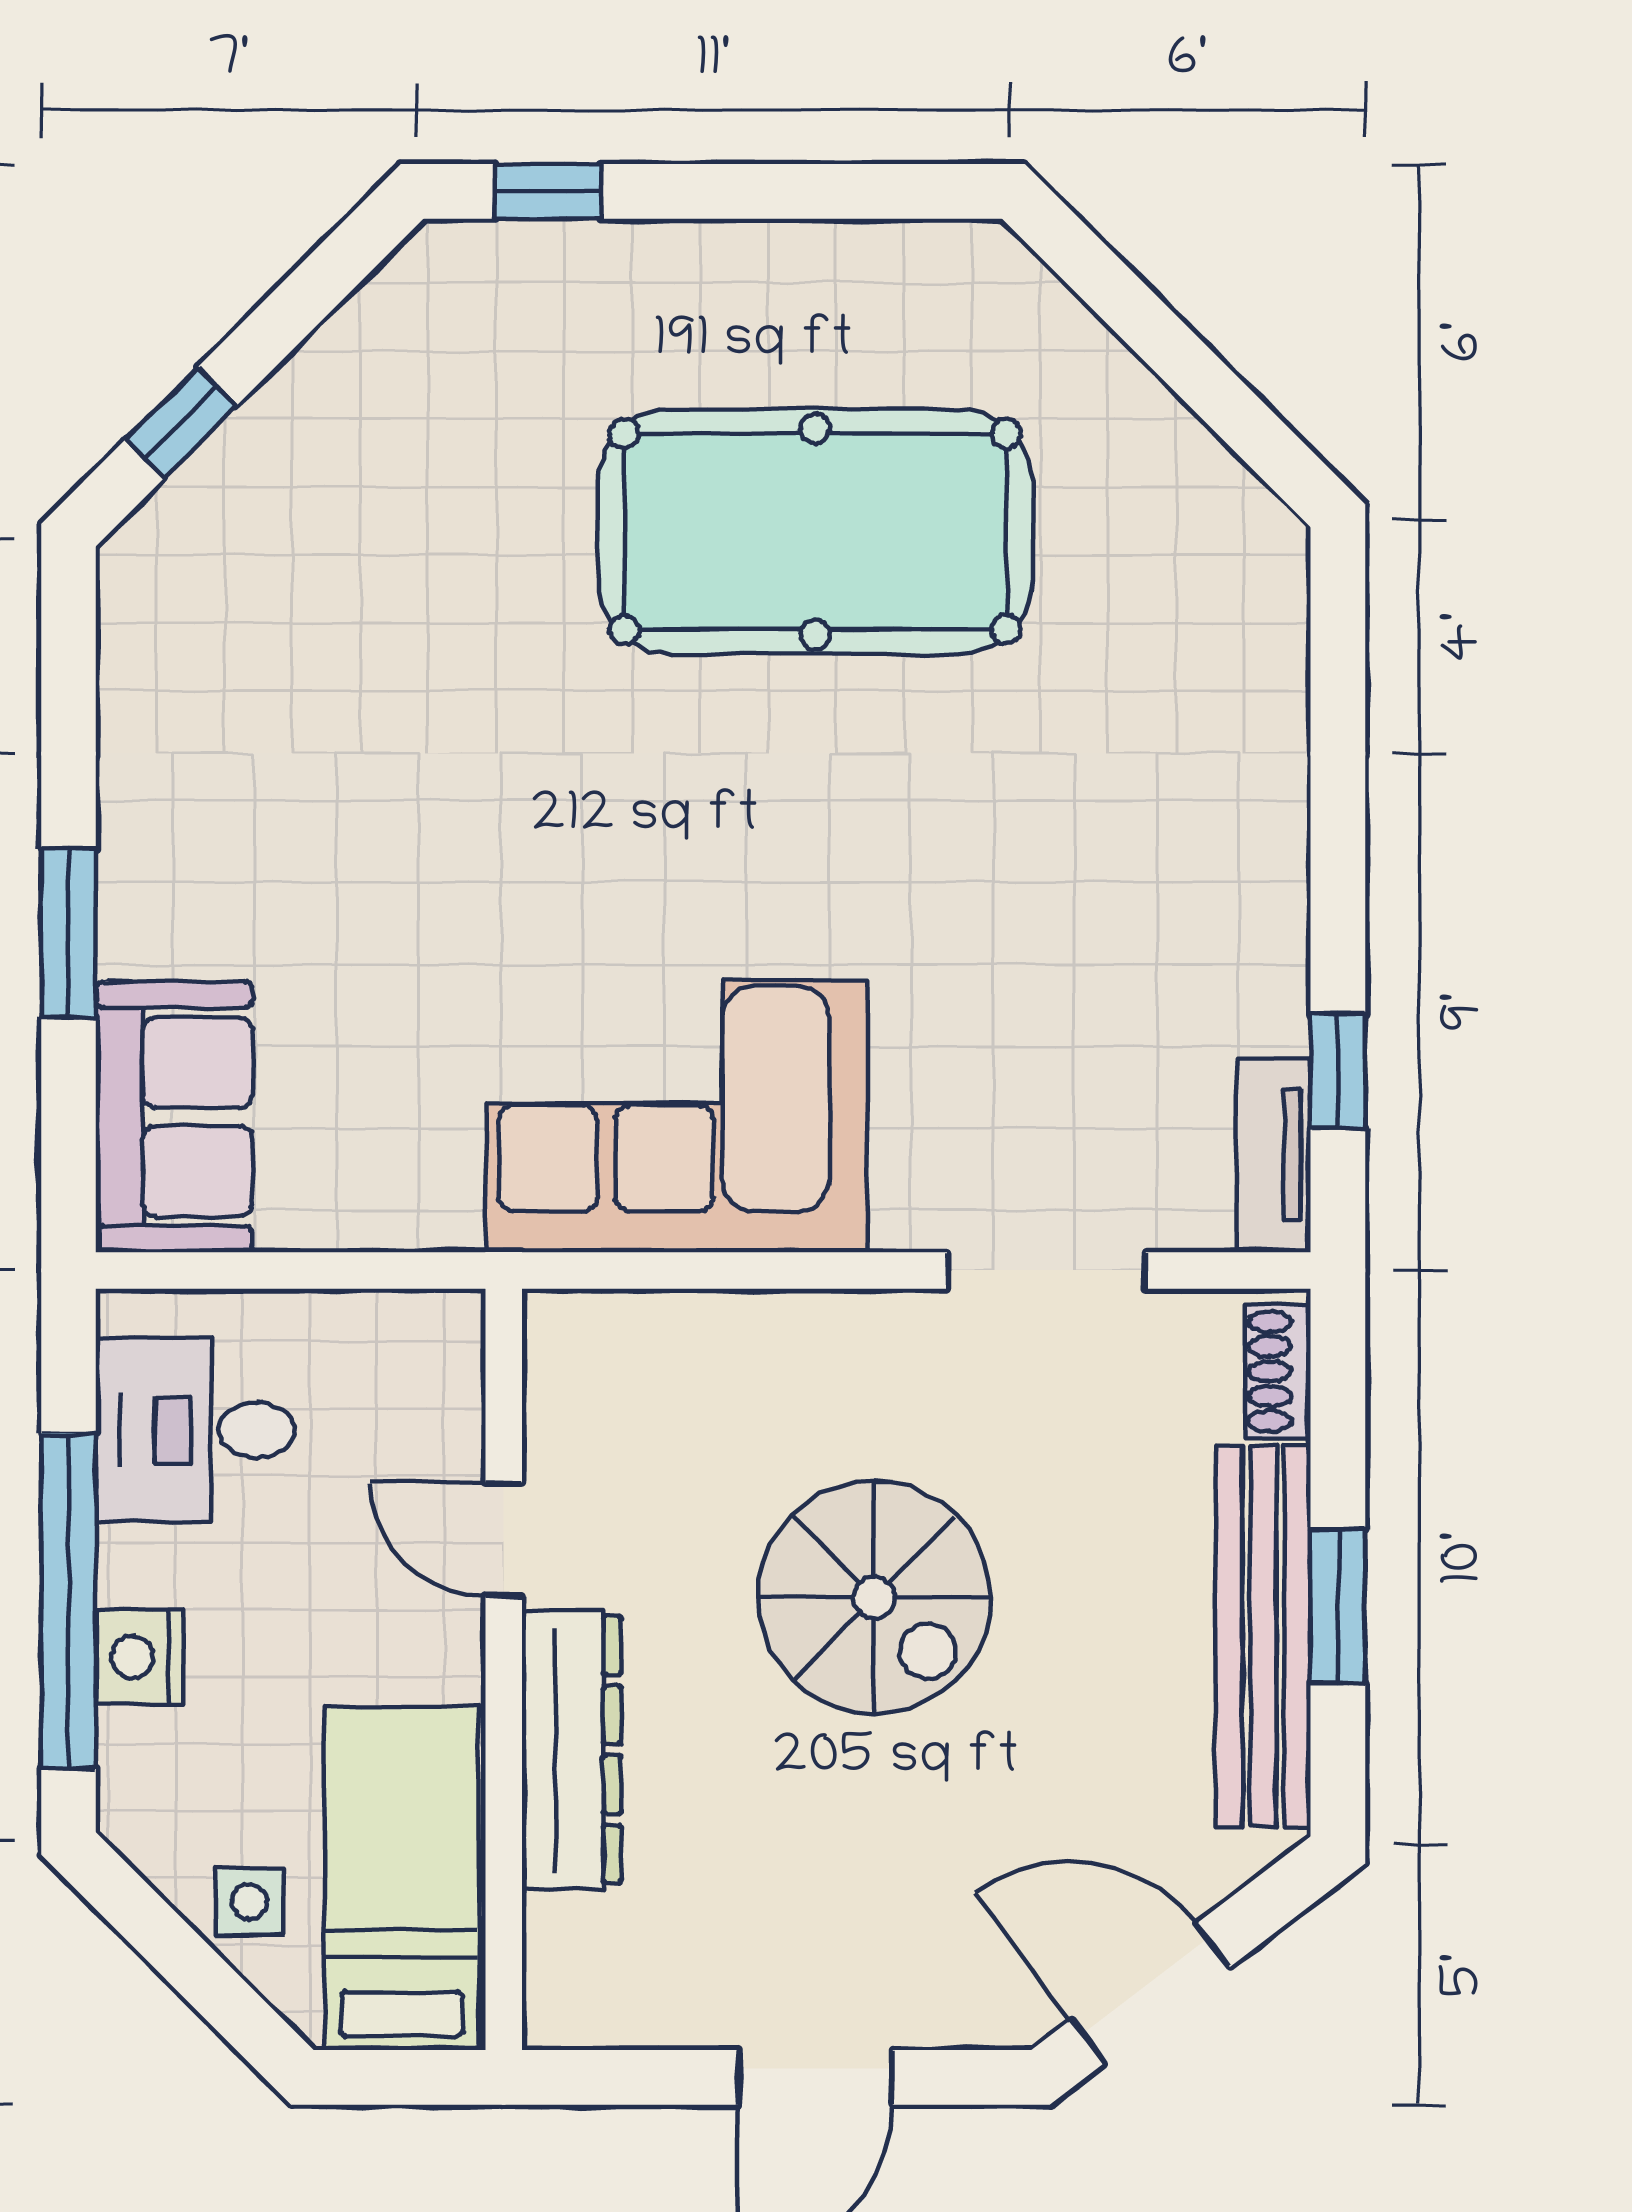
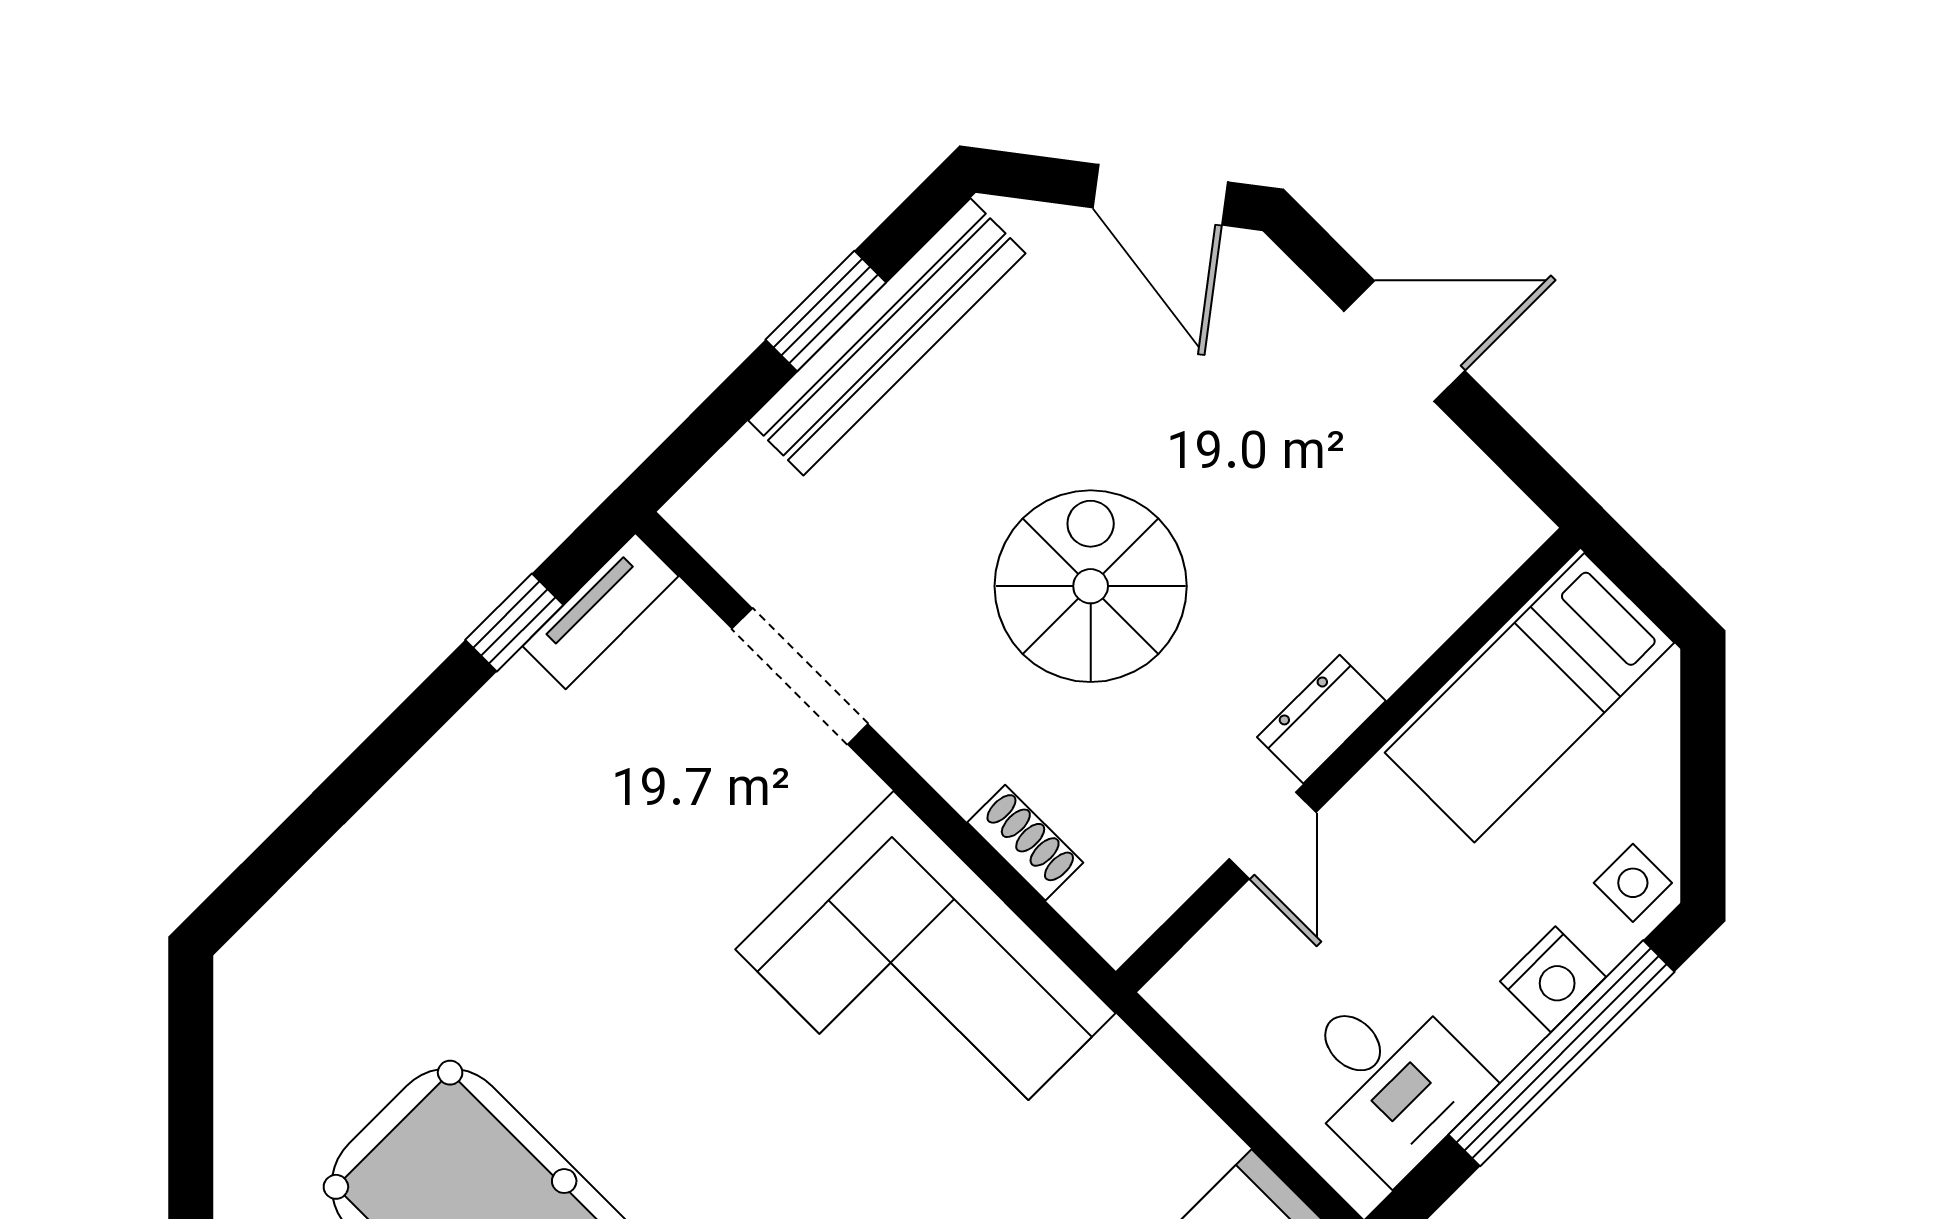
shoe rack: (1278, 1371) -> (1025, 843), moved, turned -90
dresser: (571, 1750) -> (1321, 719), width x0.51, depth x0.80
side table: (250, 1902) -> (1633, 883), moved

